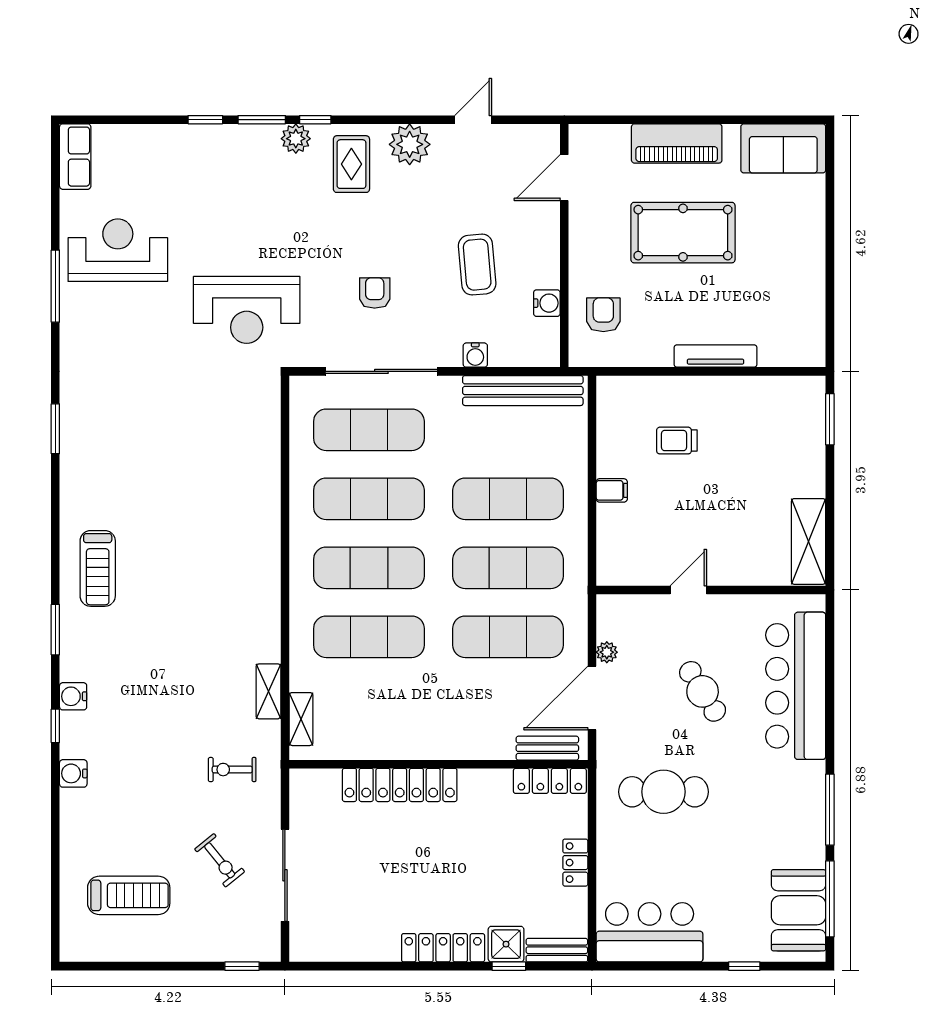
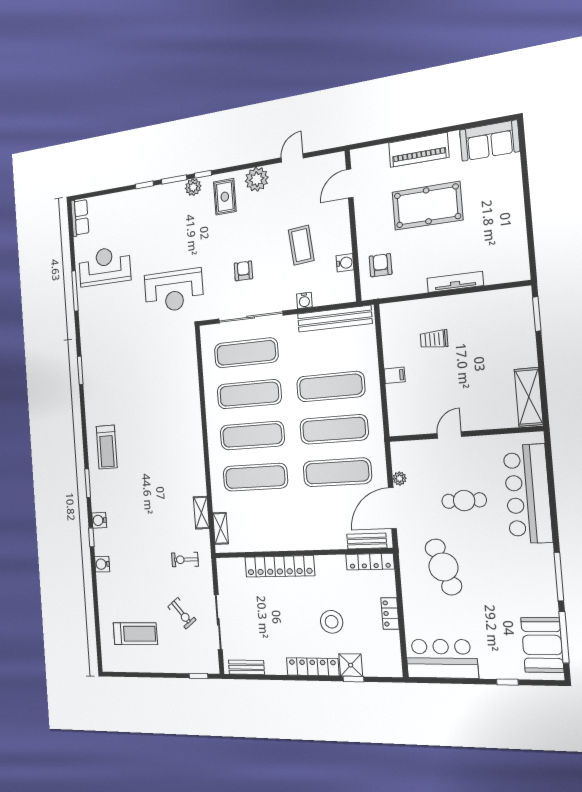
cafe table: (703, 691) -> (464, 501), turned -58
cafe table: (663, 792) -> (443, 567), turned 71
stool: (480, 875) -> (332, 622), added
bench: (557, 950) -> (246, 667), moved

